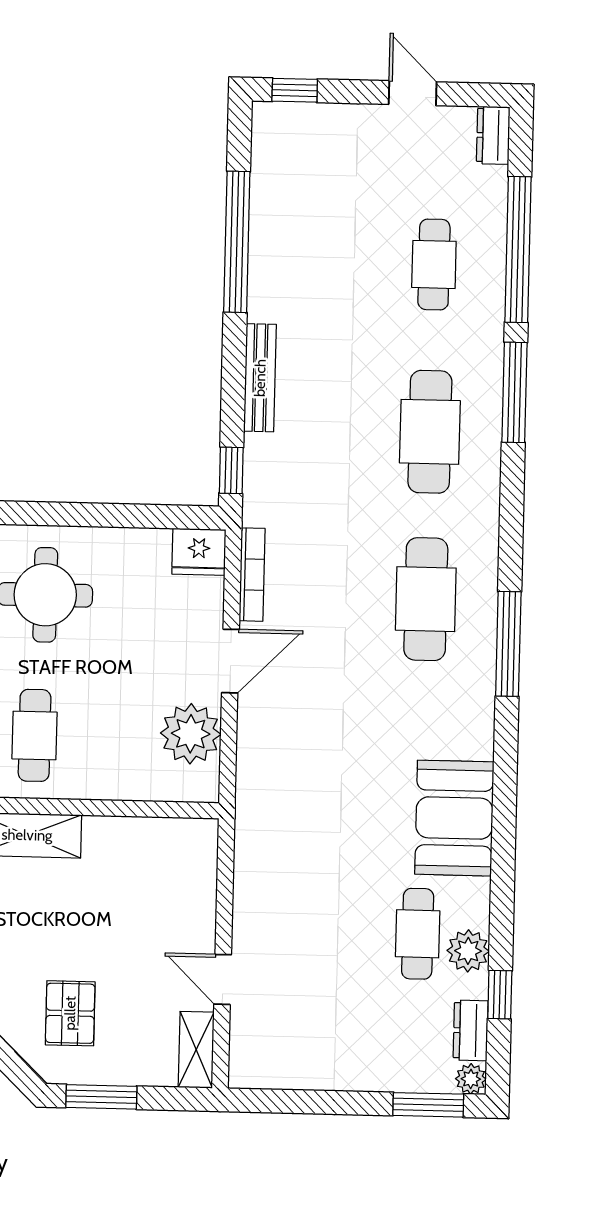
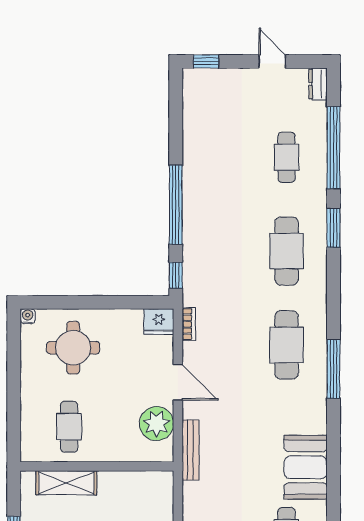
window: (237, 242) -> (176, 205), moved
bench: (260, 378) -> (191, 450), moved
window: (514, 392) -> (333, 228), width x0.69
bookcase: (252, 575) -> (189, 324), width x0.64
door: (230, 661) -> (178, 382), hinge flipped

